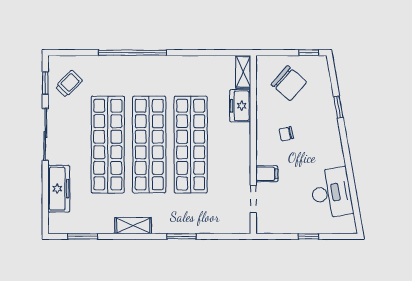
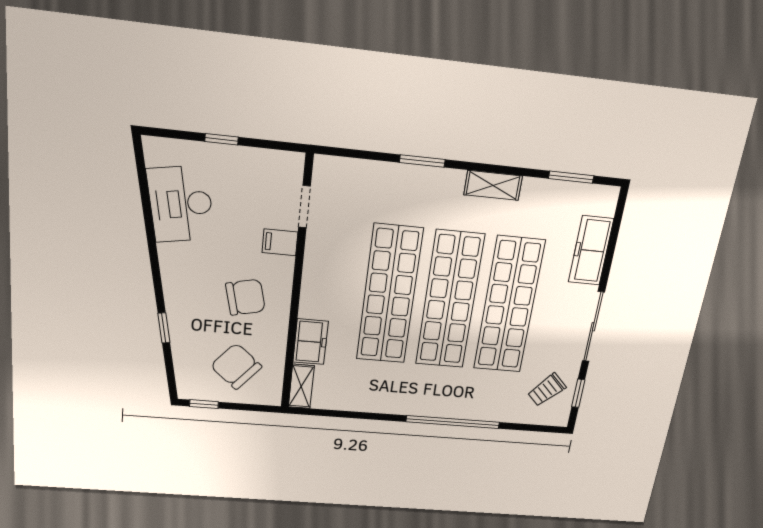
chair: (286, 134) -> (245, 297), width x1.87, depth x1.87

